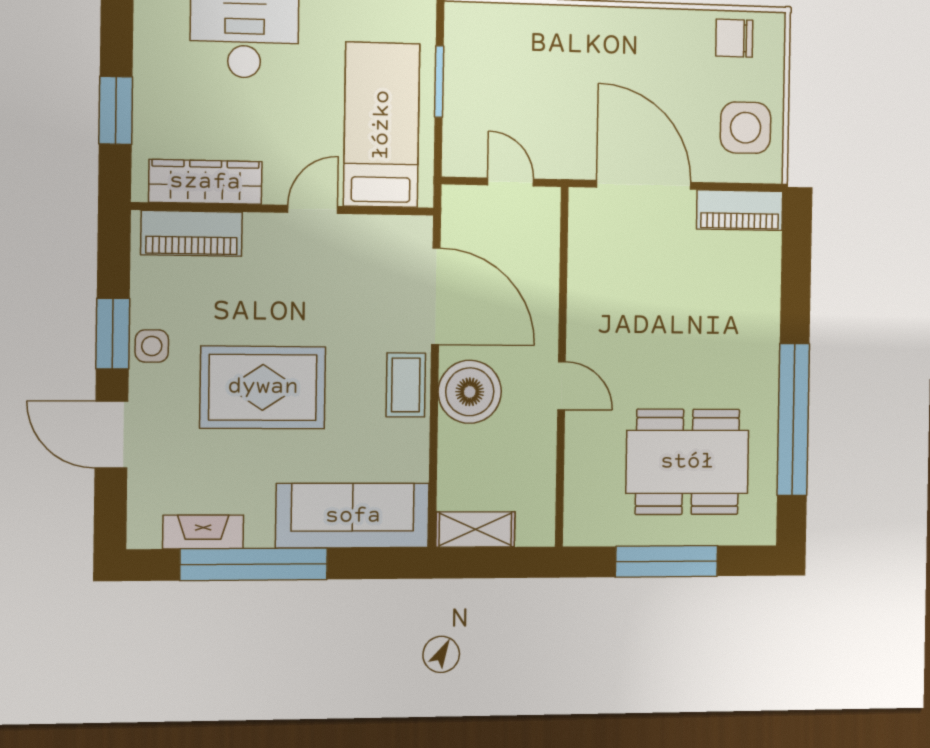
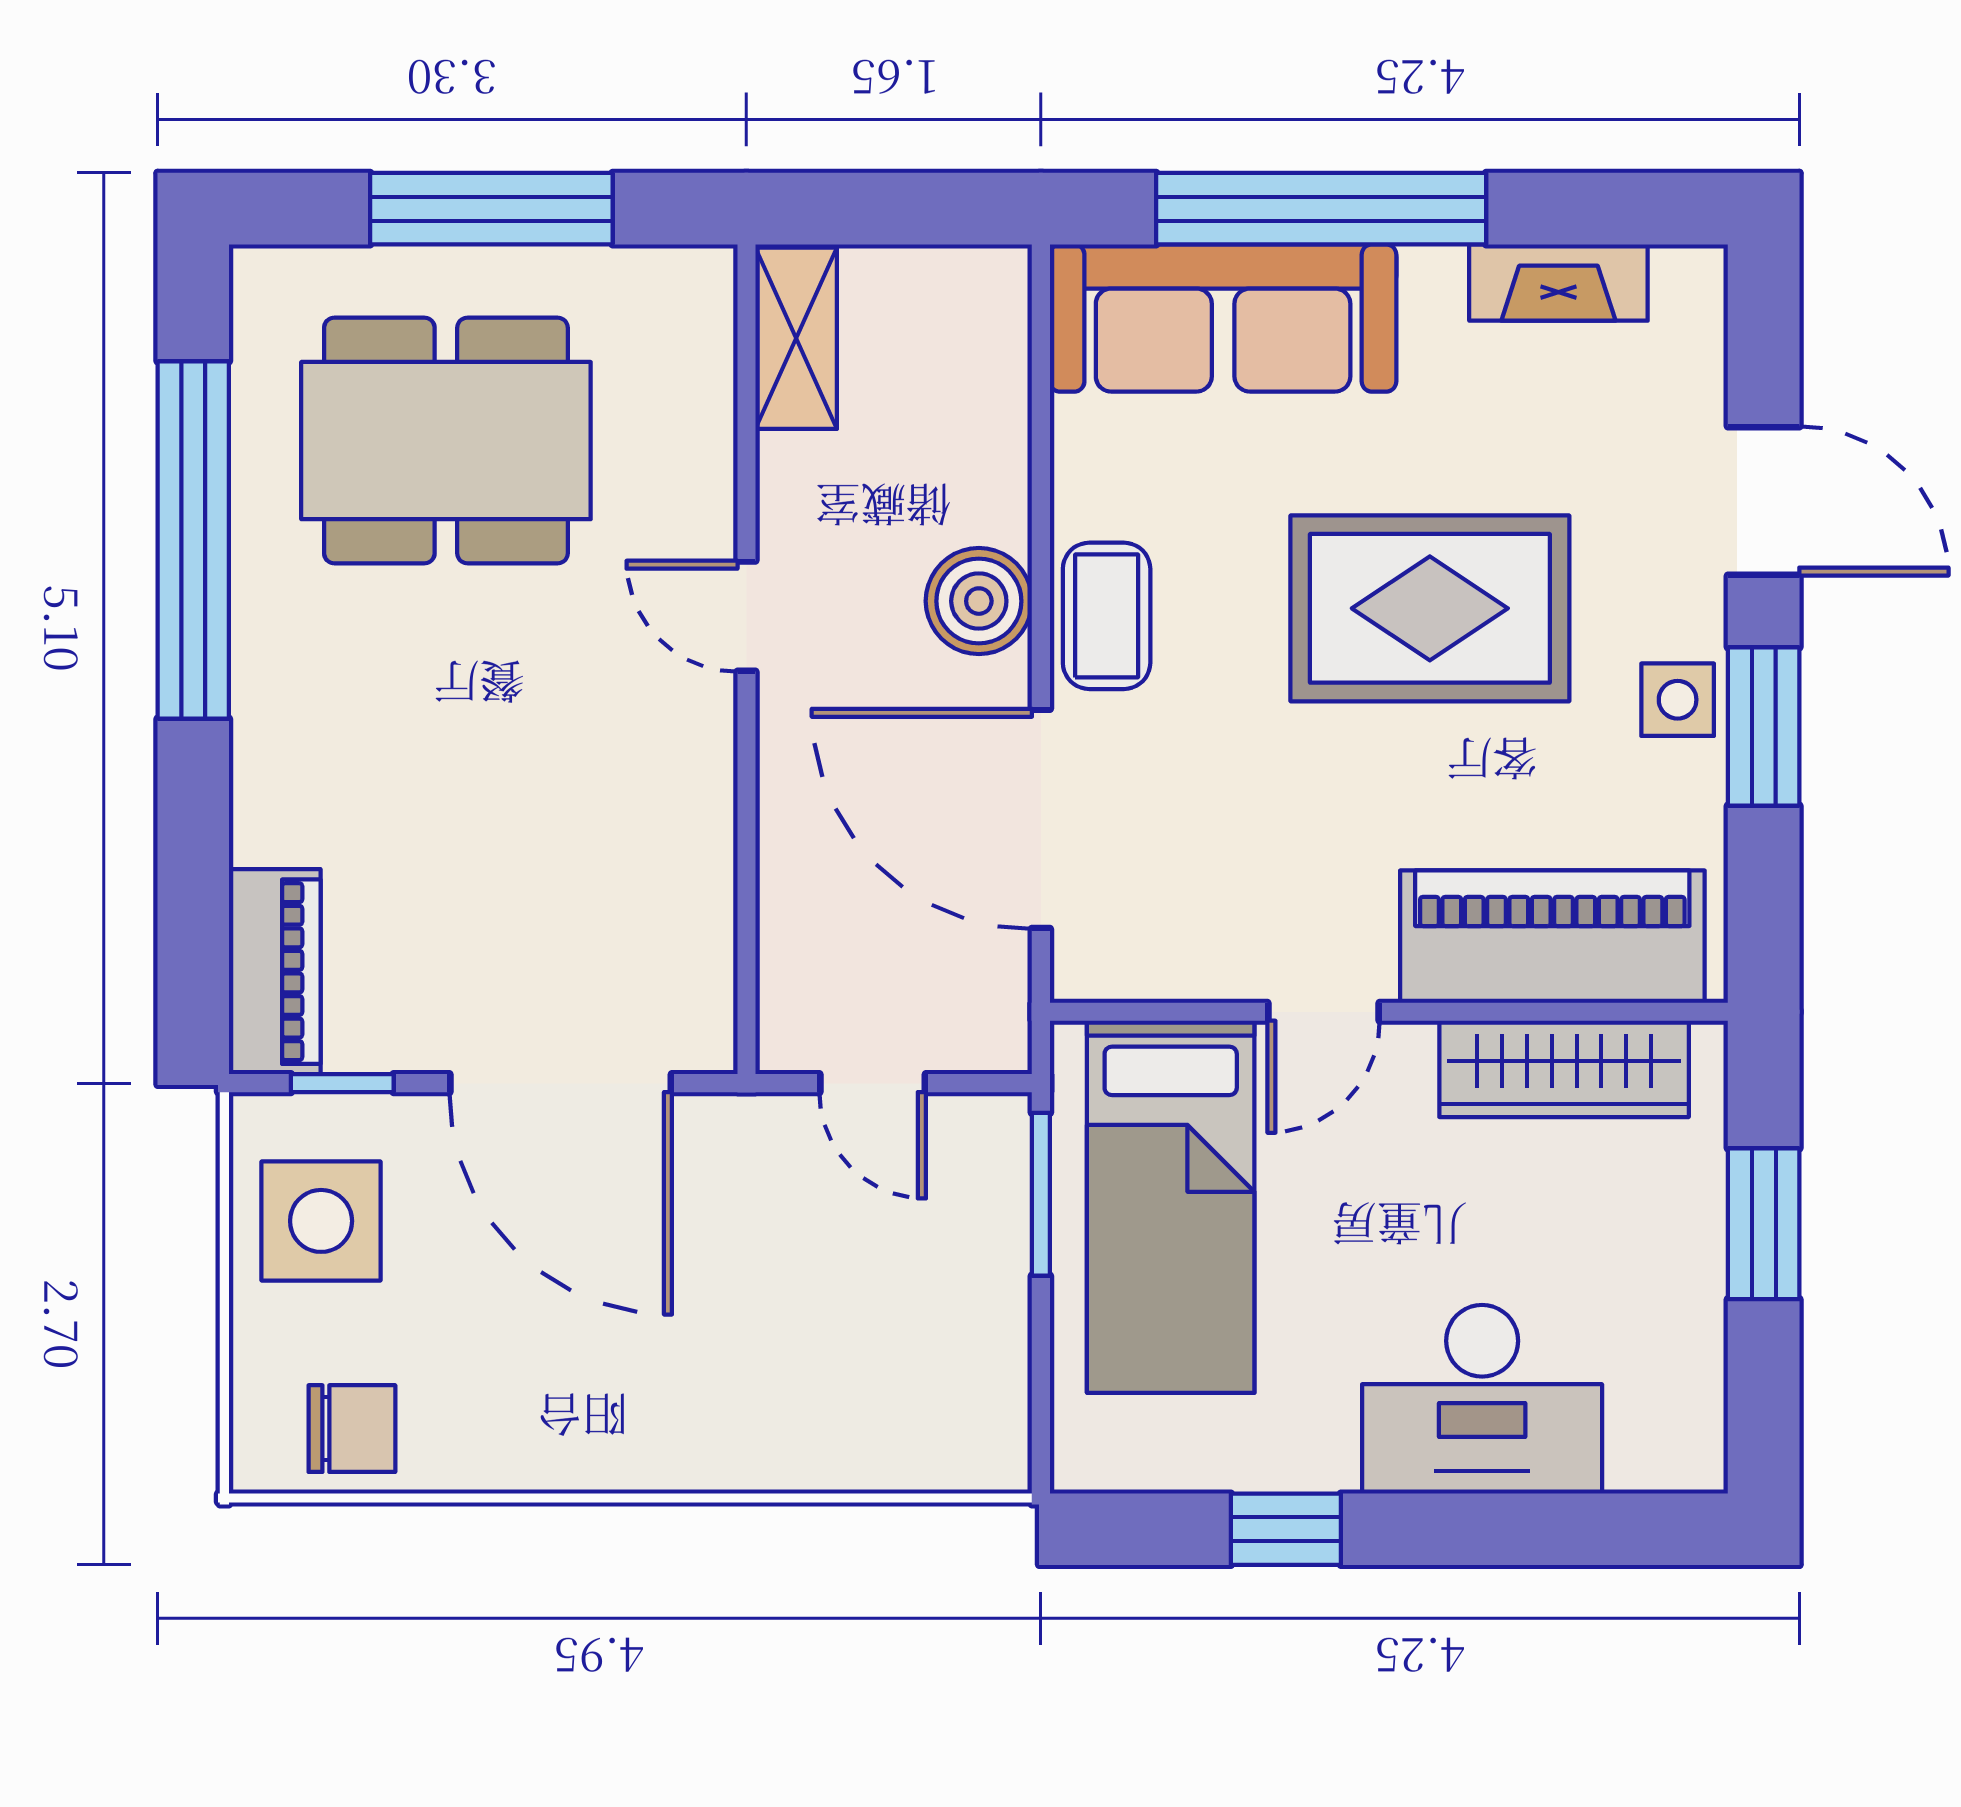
window: (439, 82) -> (1041, 1194), moved
window: (736, 187) -> (342, 1083), added
piano: (740, 210) -> (275, 972), moved, turned 90
piano: (192, 233) -> (1552, 937), width x1.37, depth x1.33
boiler: (470, 392) -> (979, 601), width x0.73, depth x0.73
shelving: (475, 529) -> (796, 338), moved, turned 90
window: (254, 564) -> (1321, 209), moved

